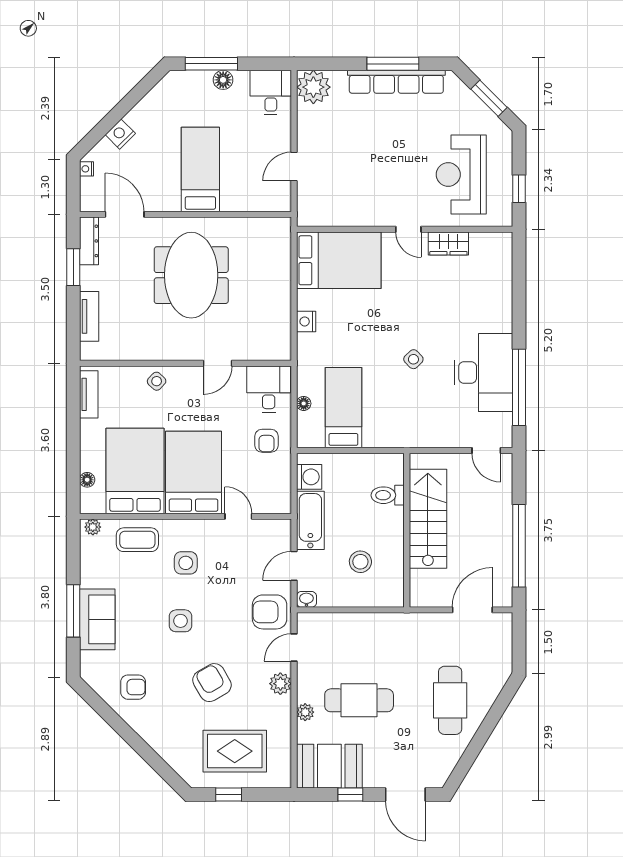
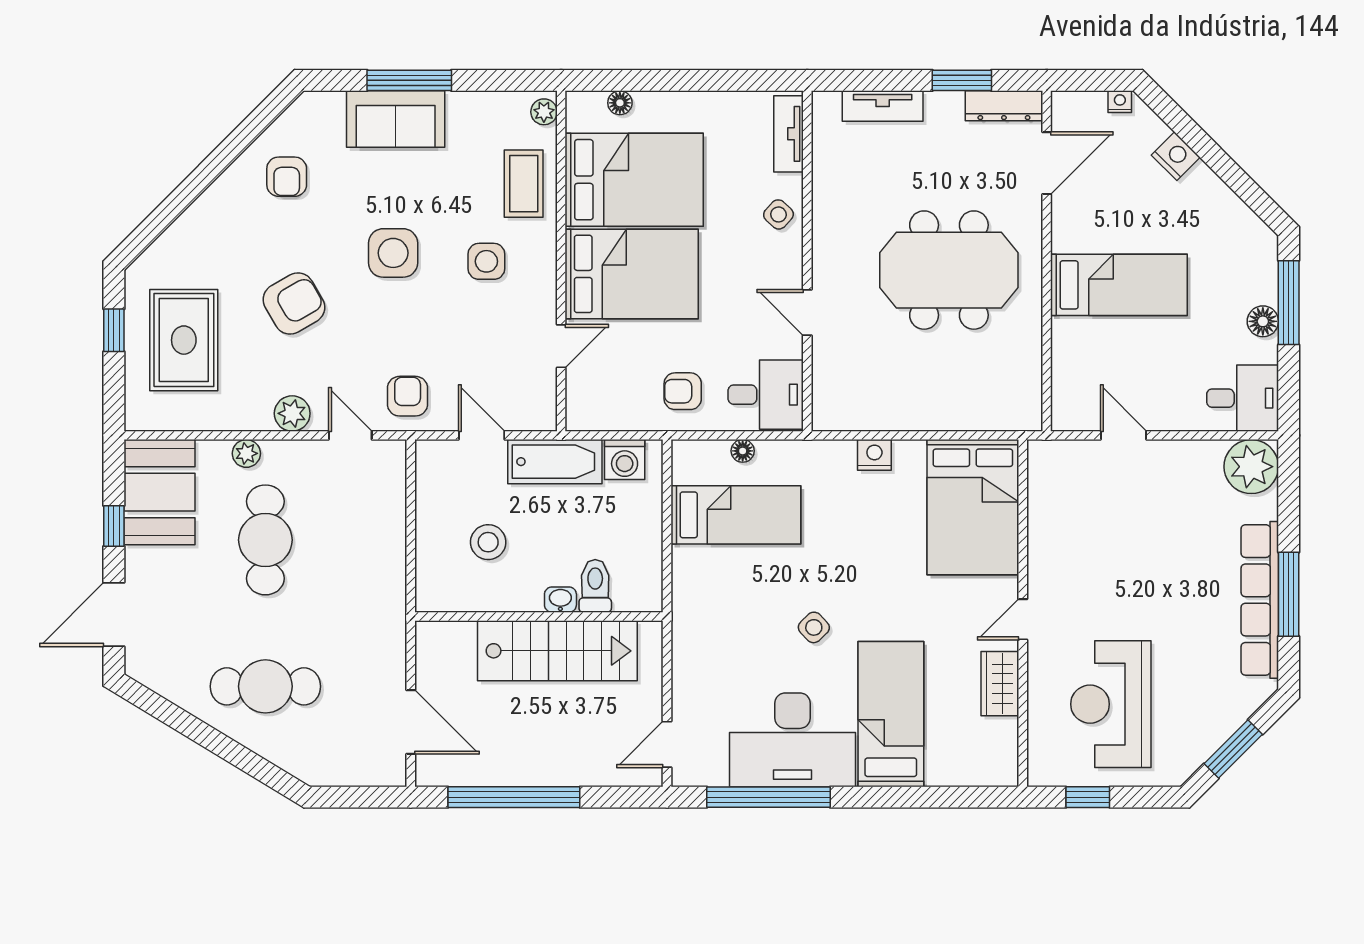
reception desk: (461, 174) -> (1111, 704), turned -90
bed: (467, 311) -> (891, 714), added
tv unit: (89, 394) -> (789, 134), moved, turned 90
washbasin: (306, 599) -> (560, 600), moved, turned -90
armchair: (270, 612) -> (408, 396), width x0.72, depth x0.72
side table: (181, 621) -> (393, 253), width x1.37, depth x1.37

